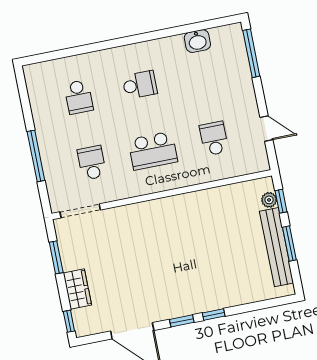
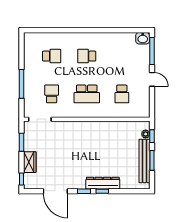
washbasin: (197, 41) -> (143, 38), moved
school desk: (140, 85) -> (87, 56), turned 180
school desk: (79, 97) -> (52, 56), turned -90
door: (266, 129) -> (152, 79), moved
school desk: (214, 138) -> (122, 94), turned 180
dresser: (212, 300) -> (103, 183), added

